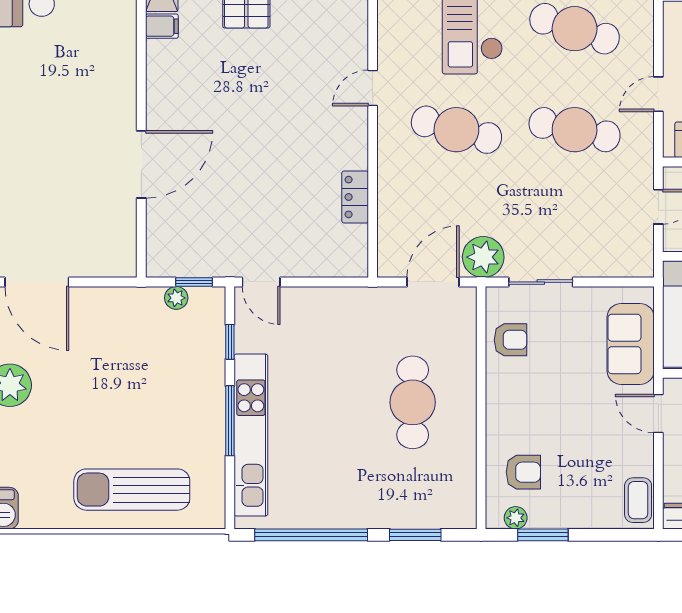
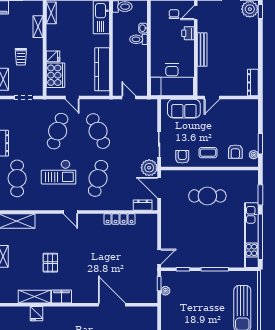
filing cabinet: (162, 26) -> (61, 296), width x2.00
door: (373, 88) -> (70, 212), moved
door: (658, 94) -> (72, 97), moved
cafe table: (575, 130) -> (98, 131), turned -36
locker: (355, 197) -> (120, 219), width x1.53
dresser: (390, 241) -> (143, 205), added
kitchen unit: (251, 435) -> (251, 235), moved, turned -90
armchair: (523, 472) -> (235, 152), turned 180
coffee table: (638, 500) -> (208, 153), moved

